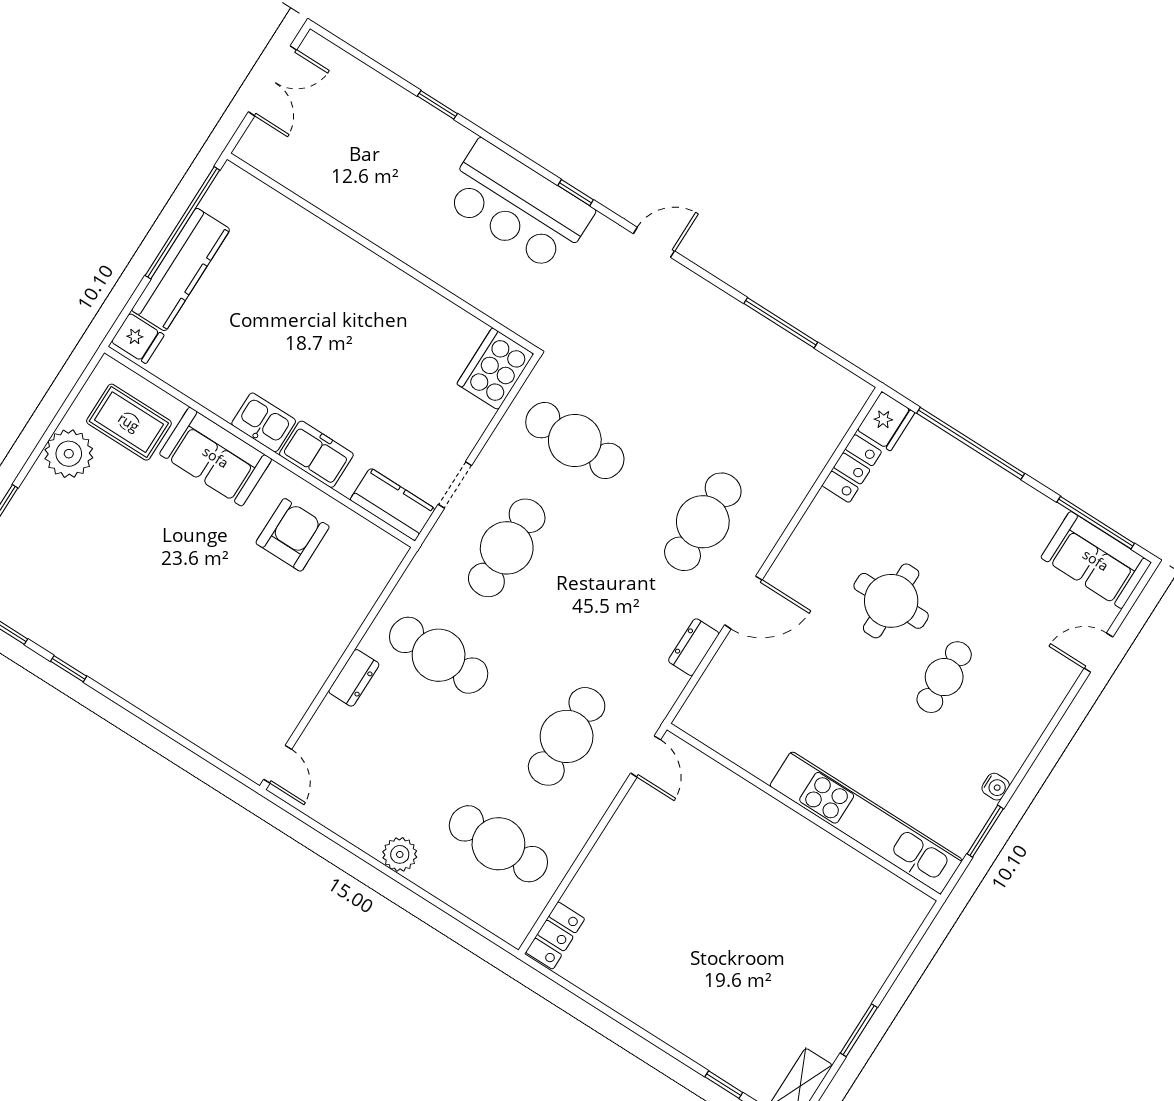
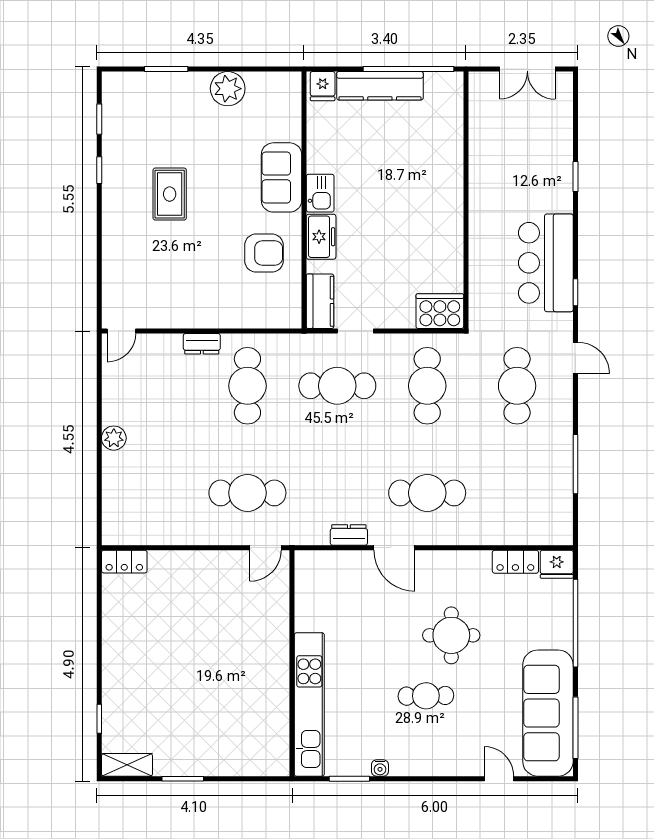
rug: (129, 422) -> (170, 194), moved
sofa: (1096, 560) -> (548, 713), width x1.85, depth x1.27
cafe table: (498, 844) -> (517, 386), moved

